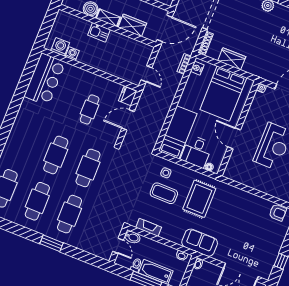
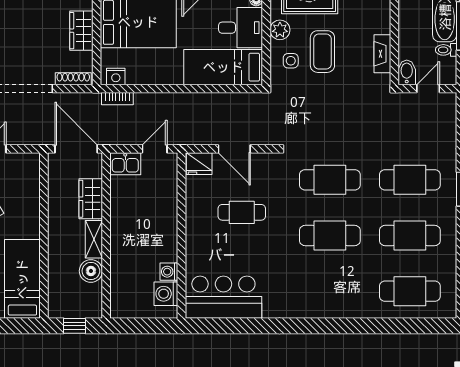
kitchen sink: (99, 32) -> (125, 164), moved, turned 90
plant: (186, 174) -> (280, 30), added

